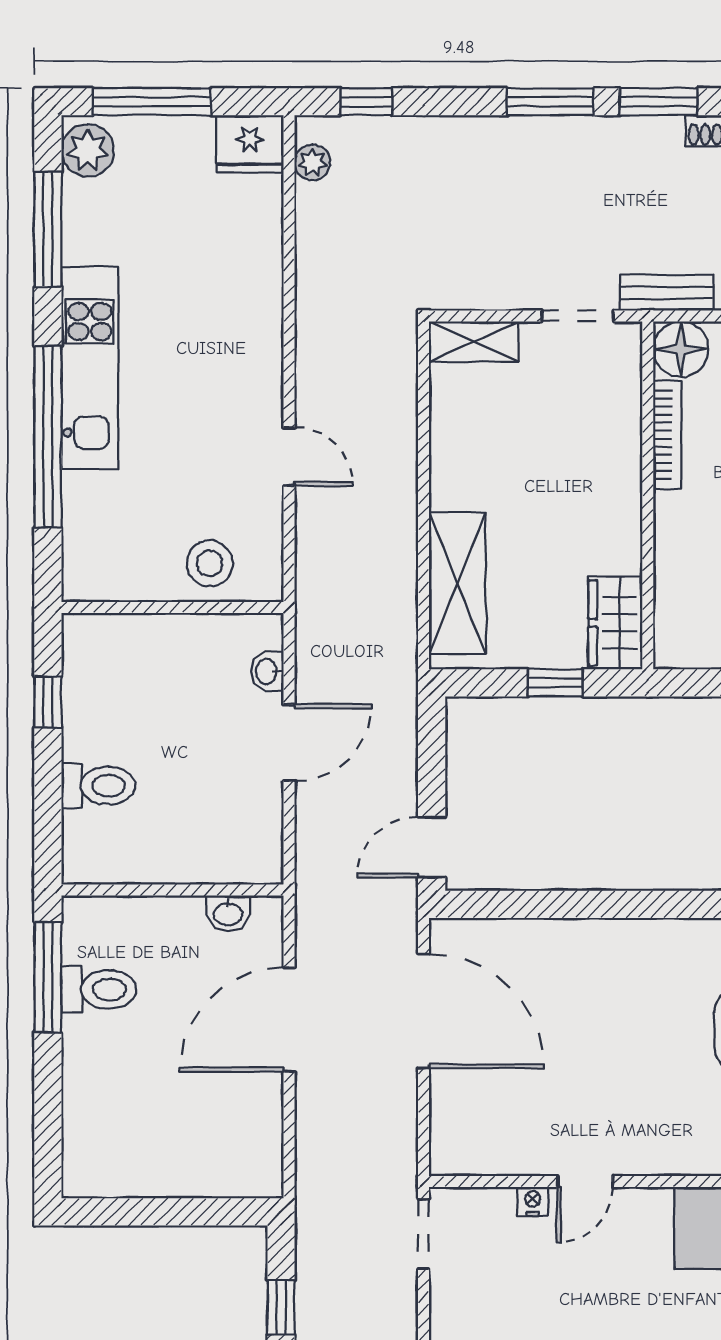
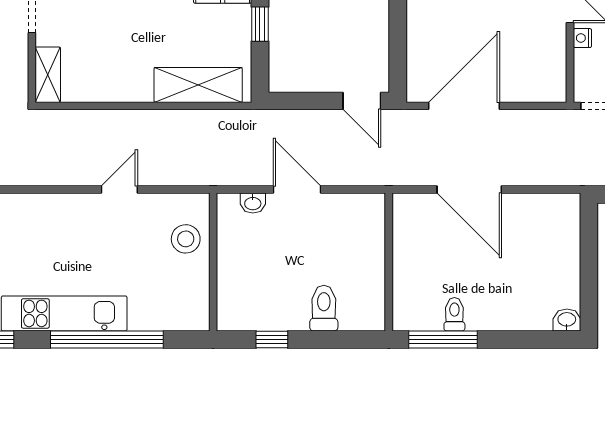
washbasin: (228, 913) -> (567, 320), moved, turned -90
toilet: (99, 989) -> (454, 314), width x0.73, depth x0.72

